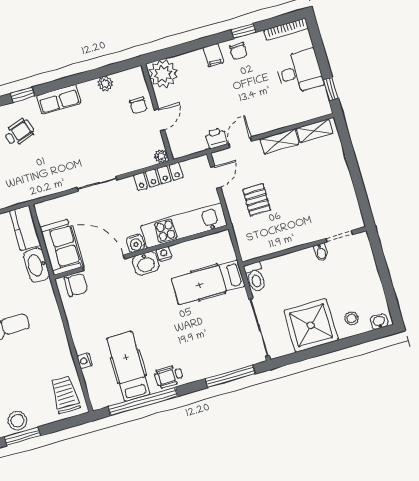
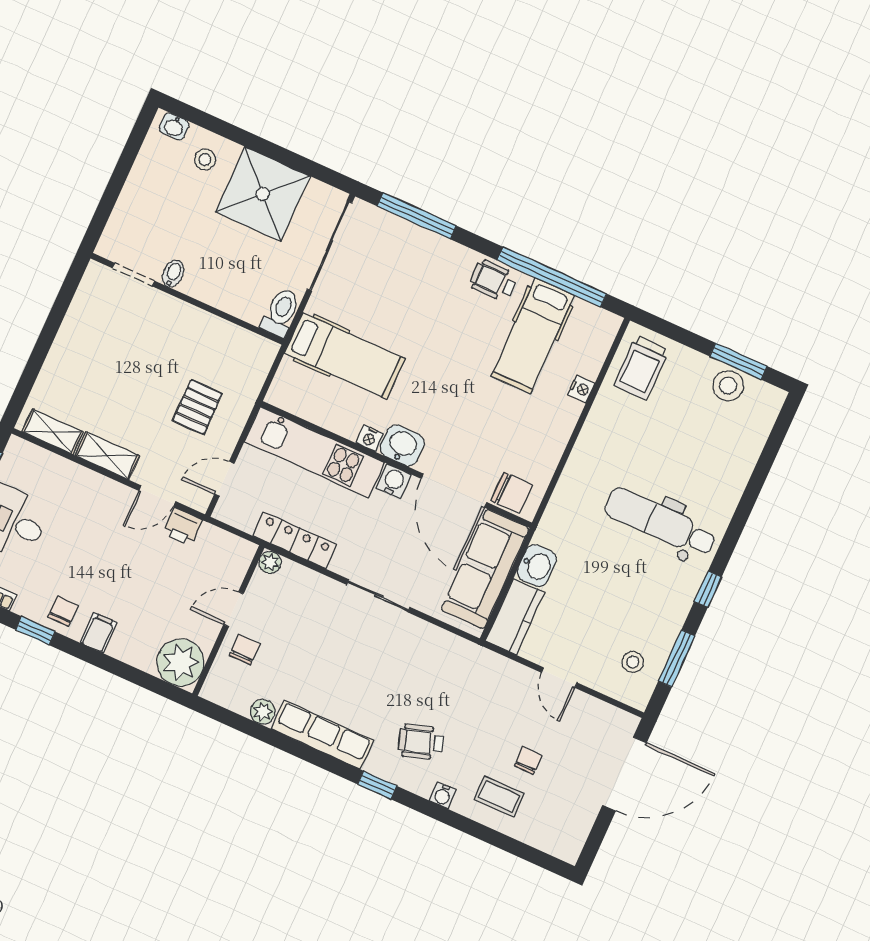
row of seats: (59, 99) -> (322, 735), width x1.48
sofa: (60, 247) -> (485, 569), width x1.36
washbasin: (36, 265) -> (537, 566), width x0.72
chair: (76, 285) -> (512, 493), turned 180
wheelchair: (169, 376) -> (493, 281), turned 180

